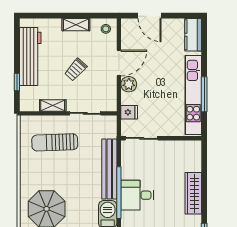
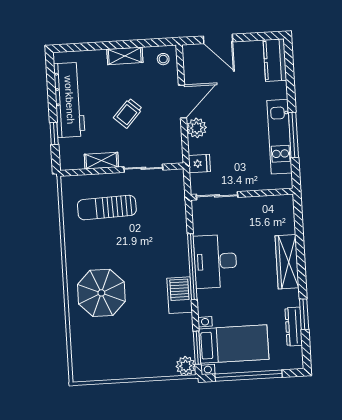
kitchen unit: (193, 95) -> (280, 137), width x0.73
bench: (109, 169) -> (178, 237), removed
desk: (137, 195) -> (215, 261), width x1.37

